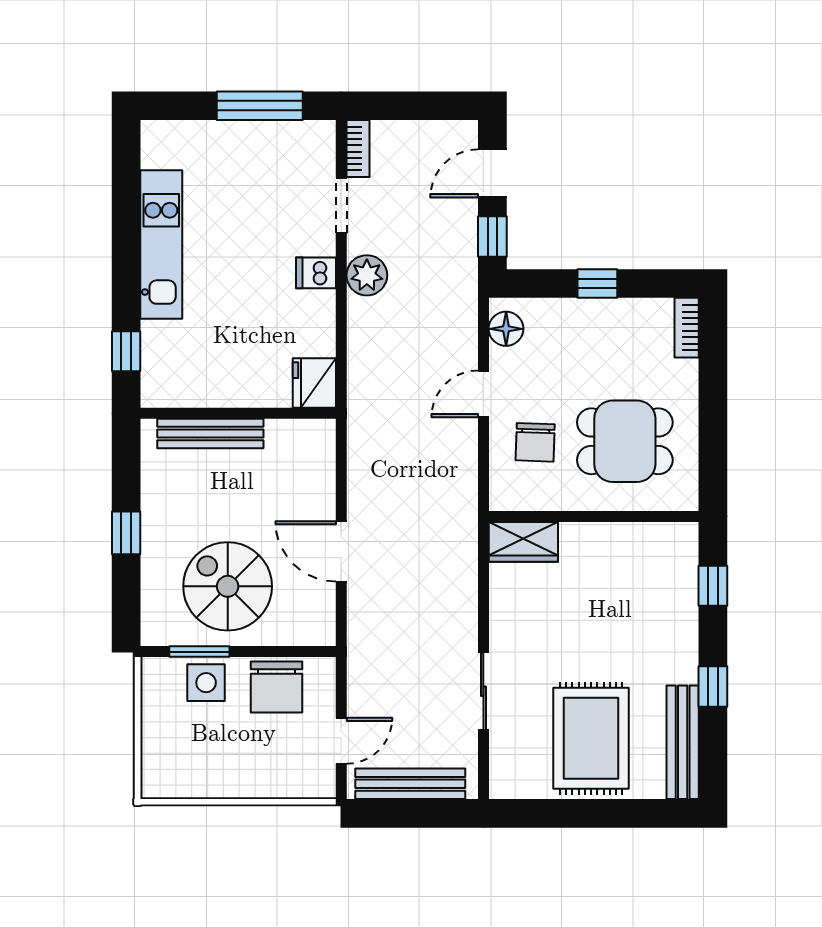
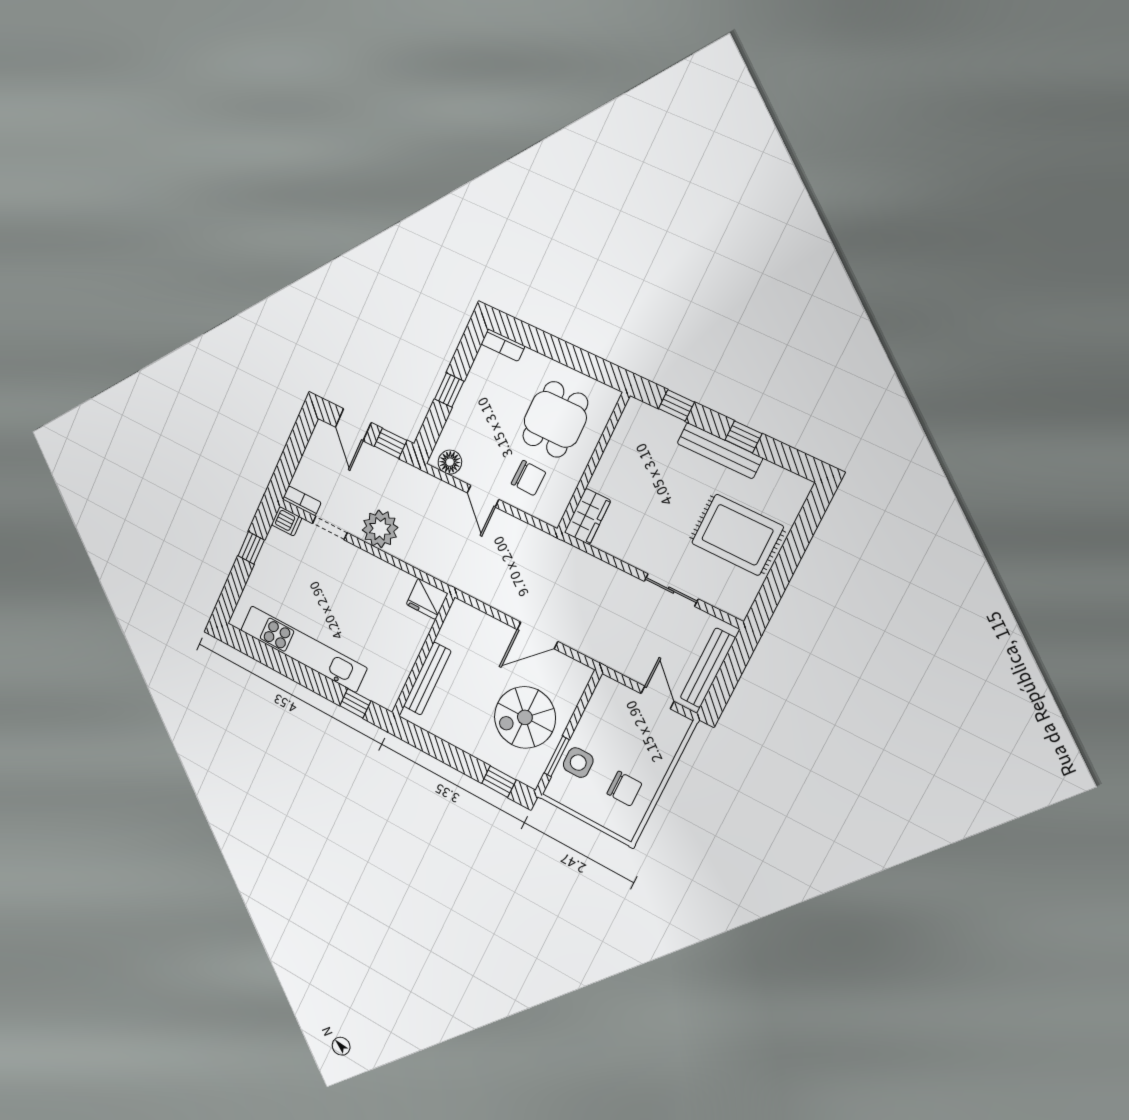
window: (260, 106) -> (251, 548), width x0.46
kitchen unit: (161, 244) -> (303, 649), width x1.36
dishwasher: (316, 273) -> (287, 521), moved, turned -90
plant: (367, 275) -> (380, 529), width x1.36, depth x1.36
window: (126, 533) -> (499, 782), moved
chair: (276, 687) -> (624, 789), moved, width x0.73, depth x0.73
bench: (683, 742) -> (720, 451), moved

